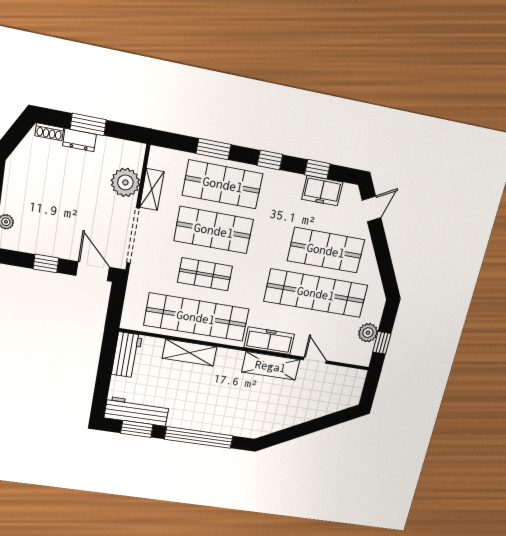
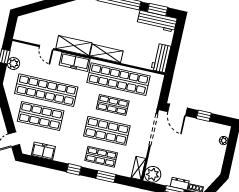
window: (317, 169) -> (46, 163), removed
plant: (125, 182) -> (153, 174), moved
shop shelf: (223, 184) -> (101, 157), width x0.70, depth x0.74
shelving: (152, 190) -> (138, 168), moved
shelving: (190, 353) -> (106, 53), moved

